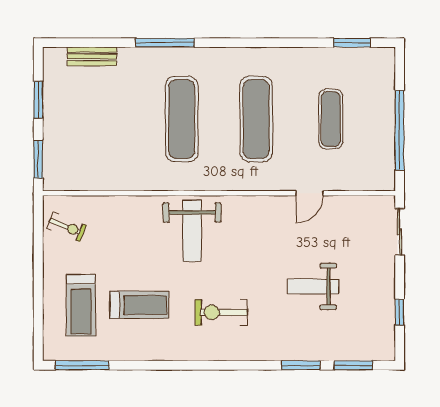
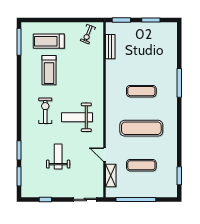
bench: (92, 56) -> (110, 47), moved
exercise mat: (182, 119) -> (141, 91), width x0.73, depth x0.69
shelving: (351, 181) -> (111, 175), added
weight bench: (192, 231) -> (77, 117), moved

